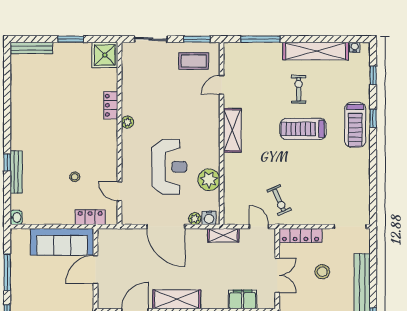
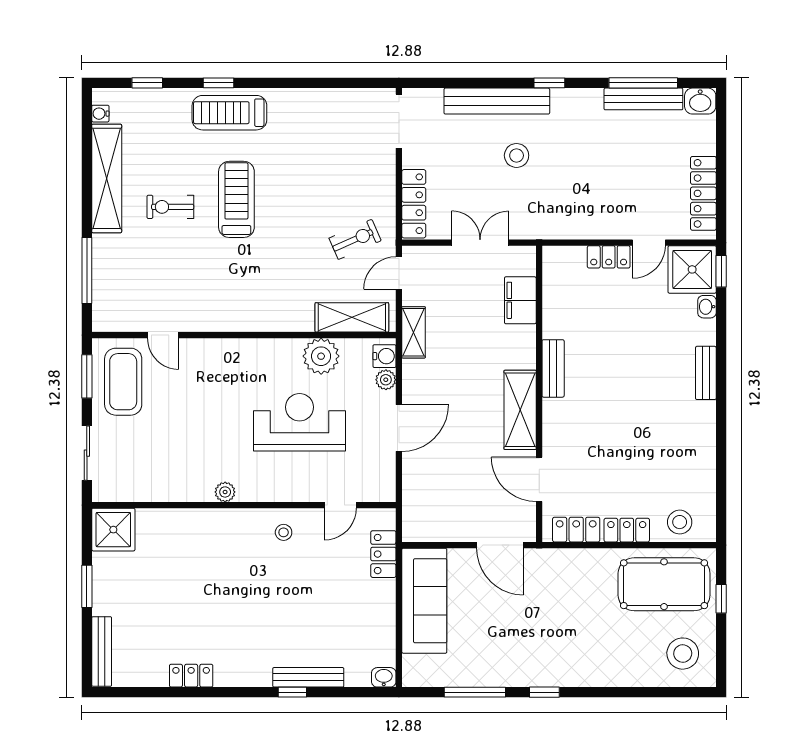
coffee table: (194, 61) -> (123, 382), width x1.36, depth x1.32
locker: (111, 105) -> (191, 676), moved, turned 180
treadmill: (355, 125) -> (229, 113), turned 180
treadmill: (303, 129) -> (236, 199), turned 180
shelving: (232, 130) -> (352, 317), moved
stool: (75, 177) -> (284, 532), moved
door: (166, 227) -> (399, 428), width x0.73
door: (95, 270) -> (500, 545), moved
stool: (322, 272) -> (517, 155), moved

